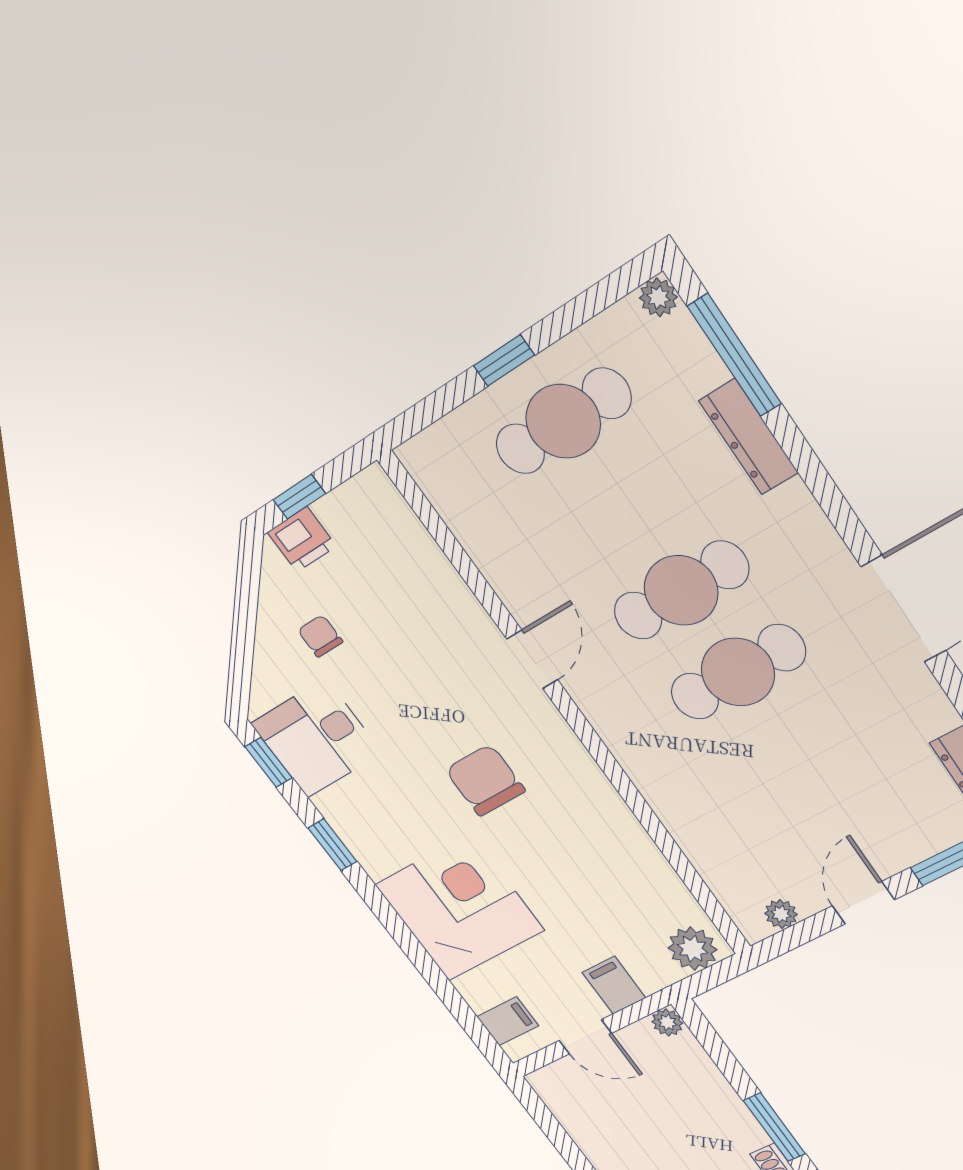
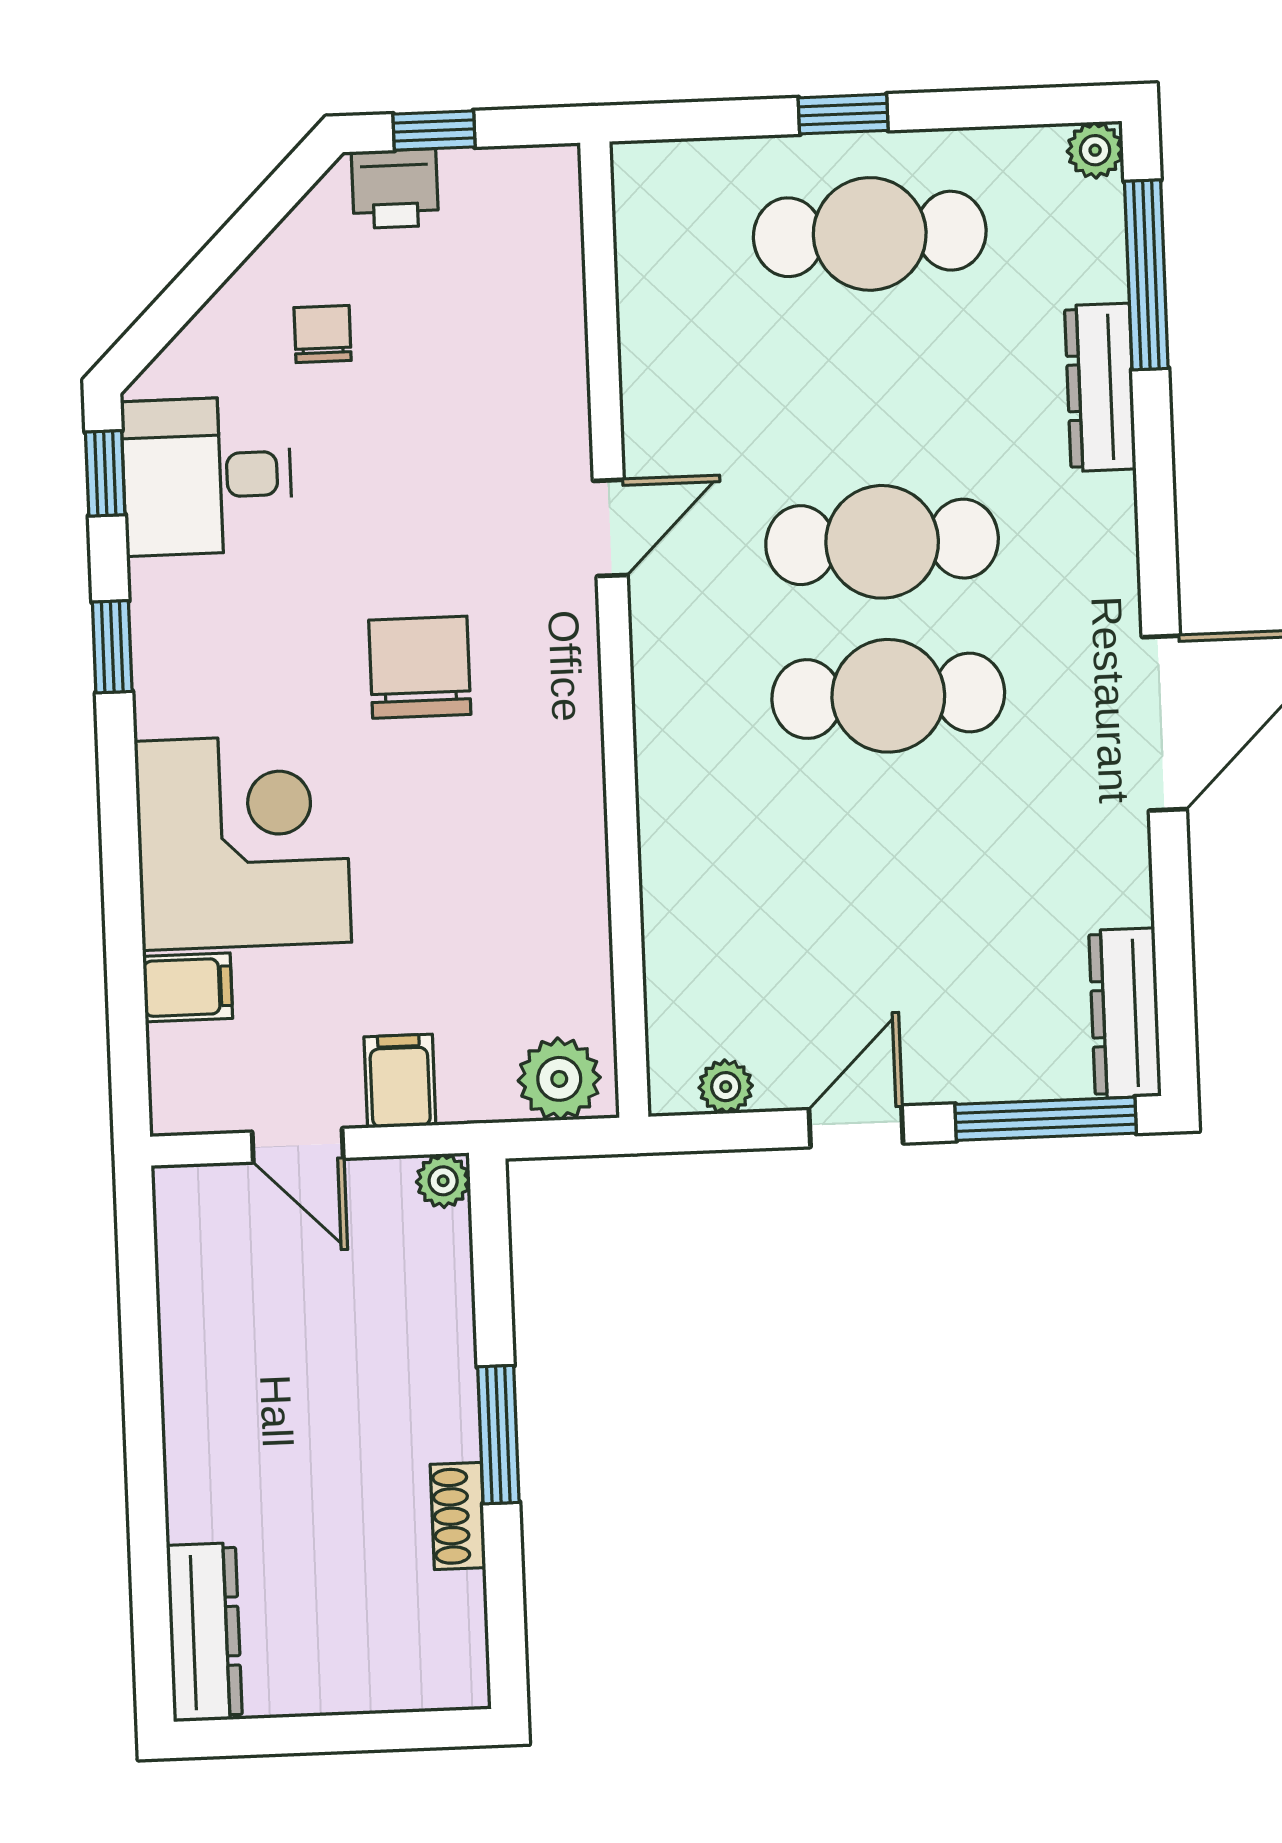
filing cabinet: (508, 1021) -> (188, 987), moved

